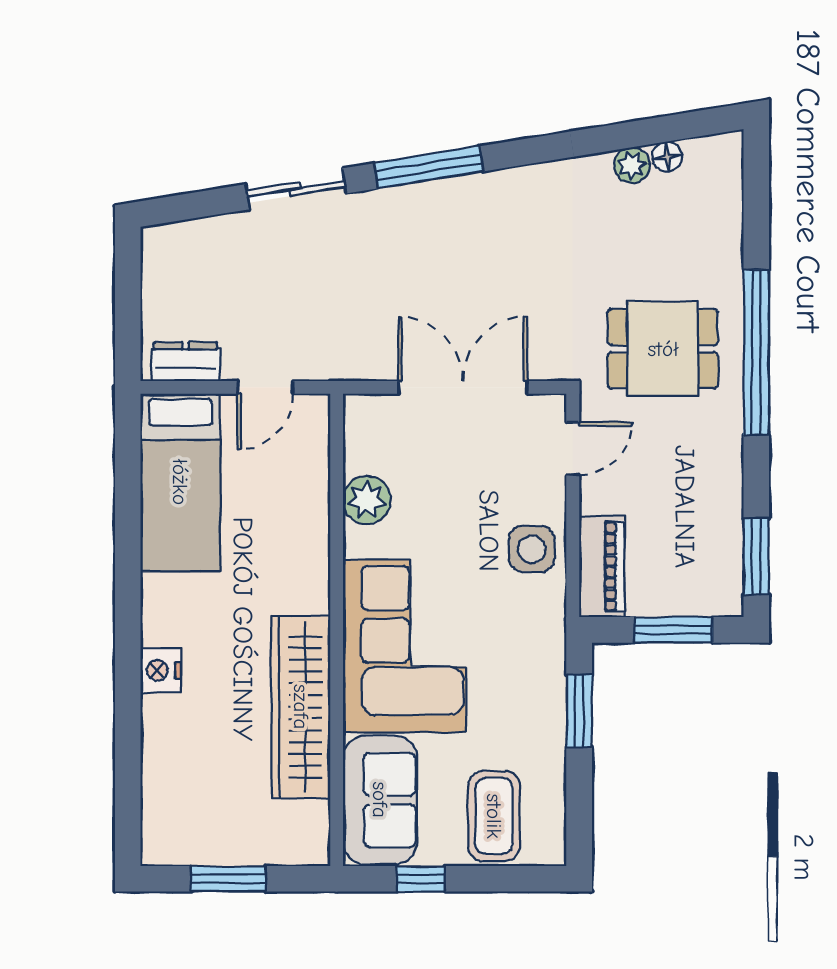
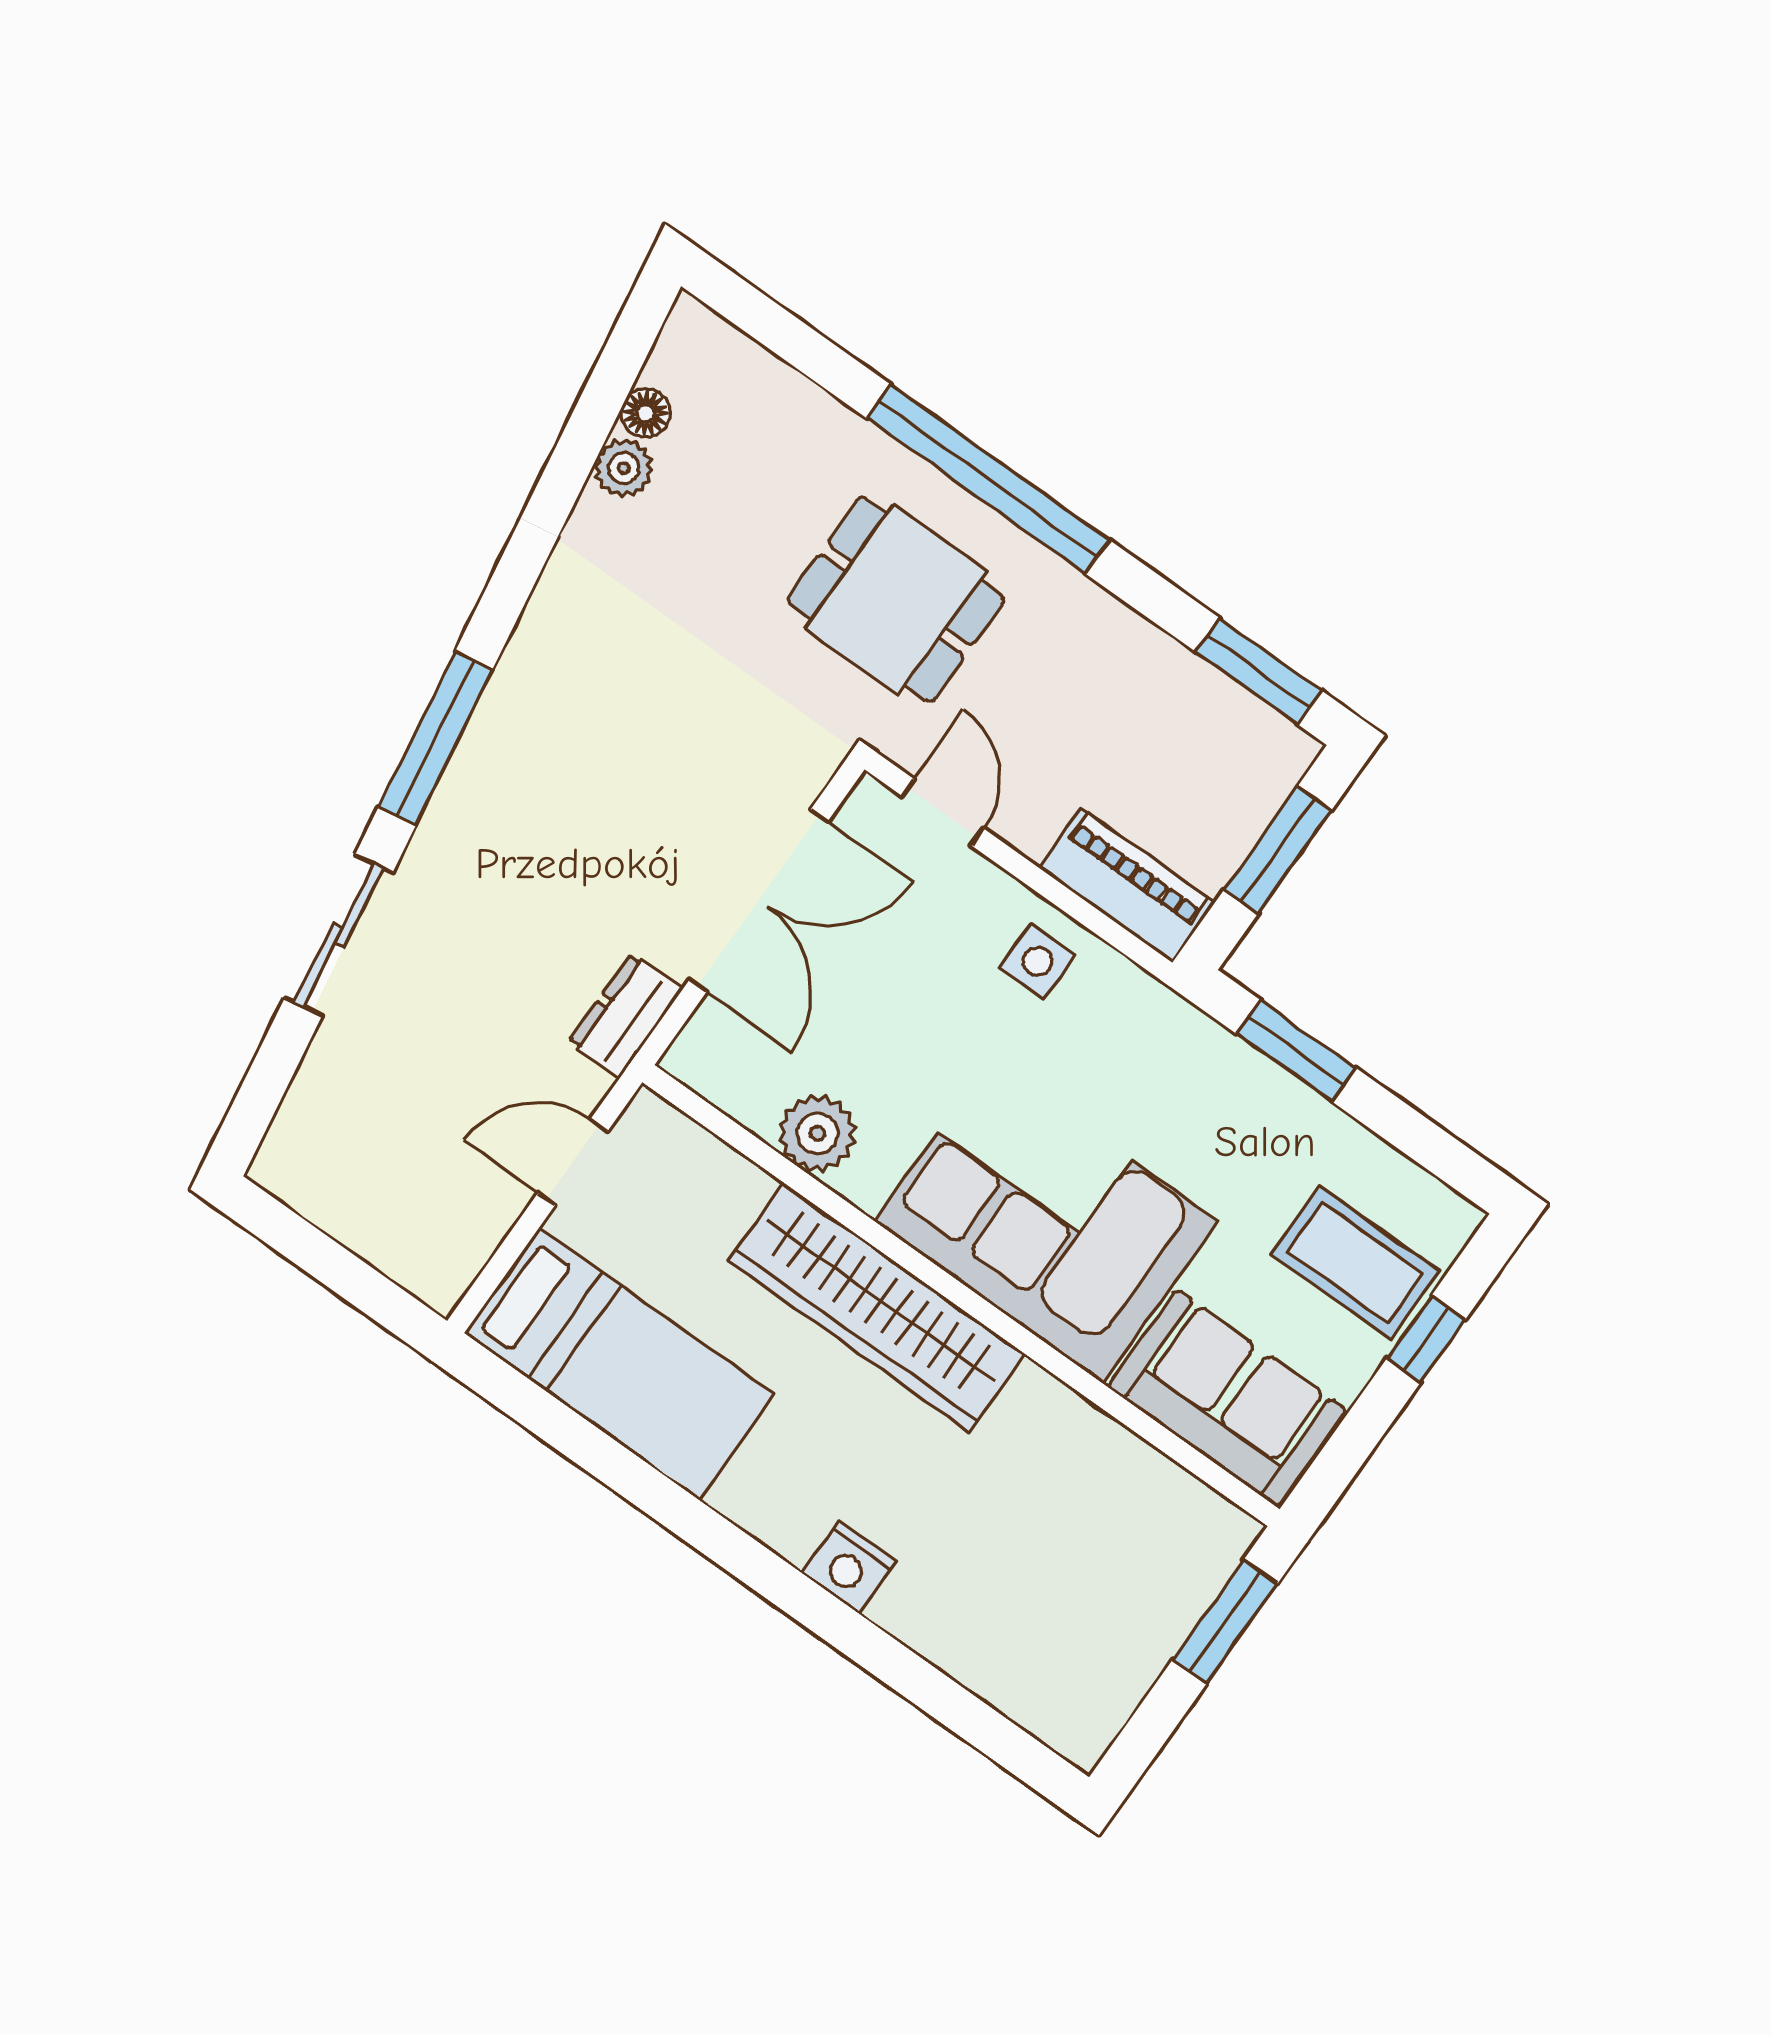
dining table: (663, 349) -> (896, 600), turned 90
dresser: (185, 362) -> (626, 1016), moved
door: (265, 387) -> (573, 1162), swing flipped
double door: (463, 387) -> (759, 901), swing flipped
side table: (532, 549) -> (1038, 961), width x0.73, depth x0.73
wardrobe: (301, 707) -> (877, 1307), moved
window: (228, 879) -> (1225, 1621), moved
window: (421, 879) -> (1426, 1339), moved

